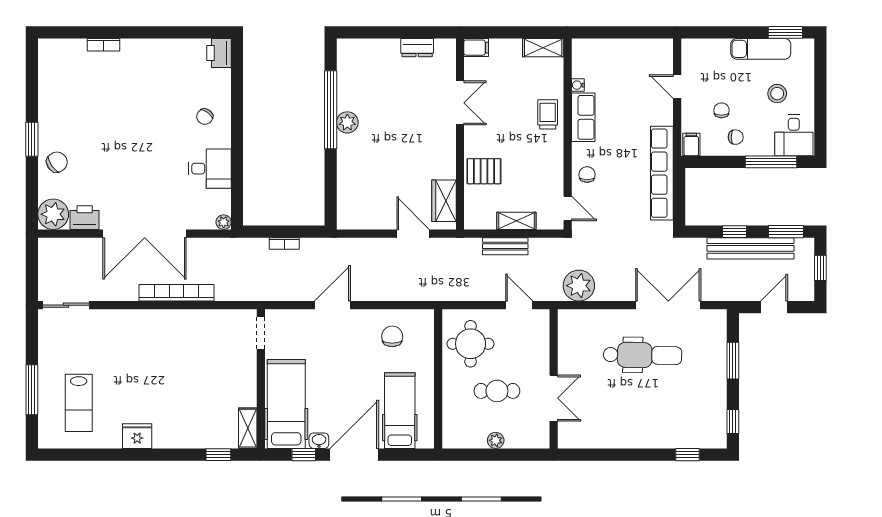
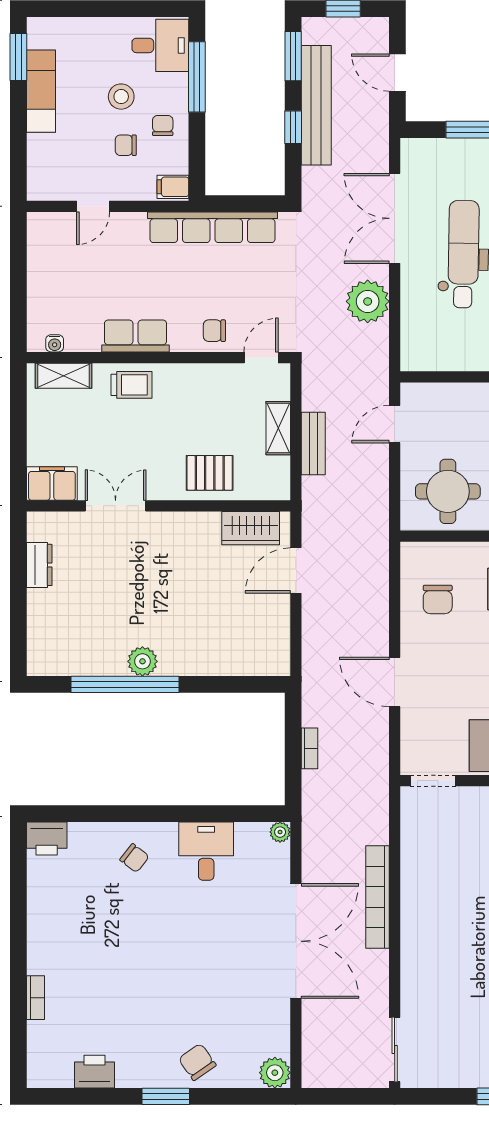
filing cabinet: (476, 48) -> (52, 483), width x2.00
shelving: (543, 48) -> (64, 376), moved, turned 90
water cooler: (578, 85) -> (55, 343), moved
stool: (777, 94) -> (121, 97), moved
trolley: (548, 114) -> (132, 385), turned 180
pallet: (484, 171) -> (210, 473), turned 90
plant: (53, 214) -> (275, 1073), width x0.73, depth x0.73
printer: (85, 218) -> (95, 1072), moved, turned 90
plant: (579, 286) -> (368, 301), moved
chair: (392, 336) -> (438, 599), turned -90

